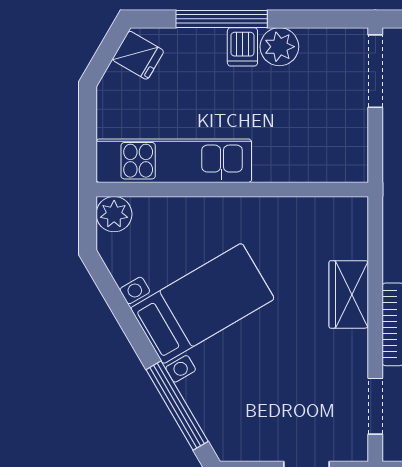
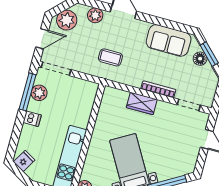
window: (222, 19) -> (28, 92), moved
plant: (279, 47) -> (39, 93), moved

